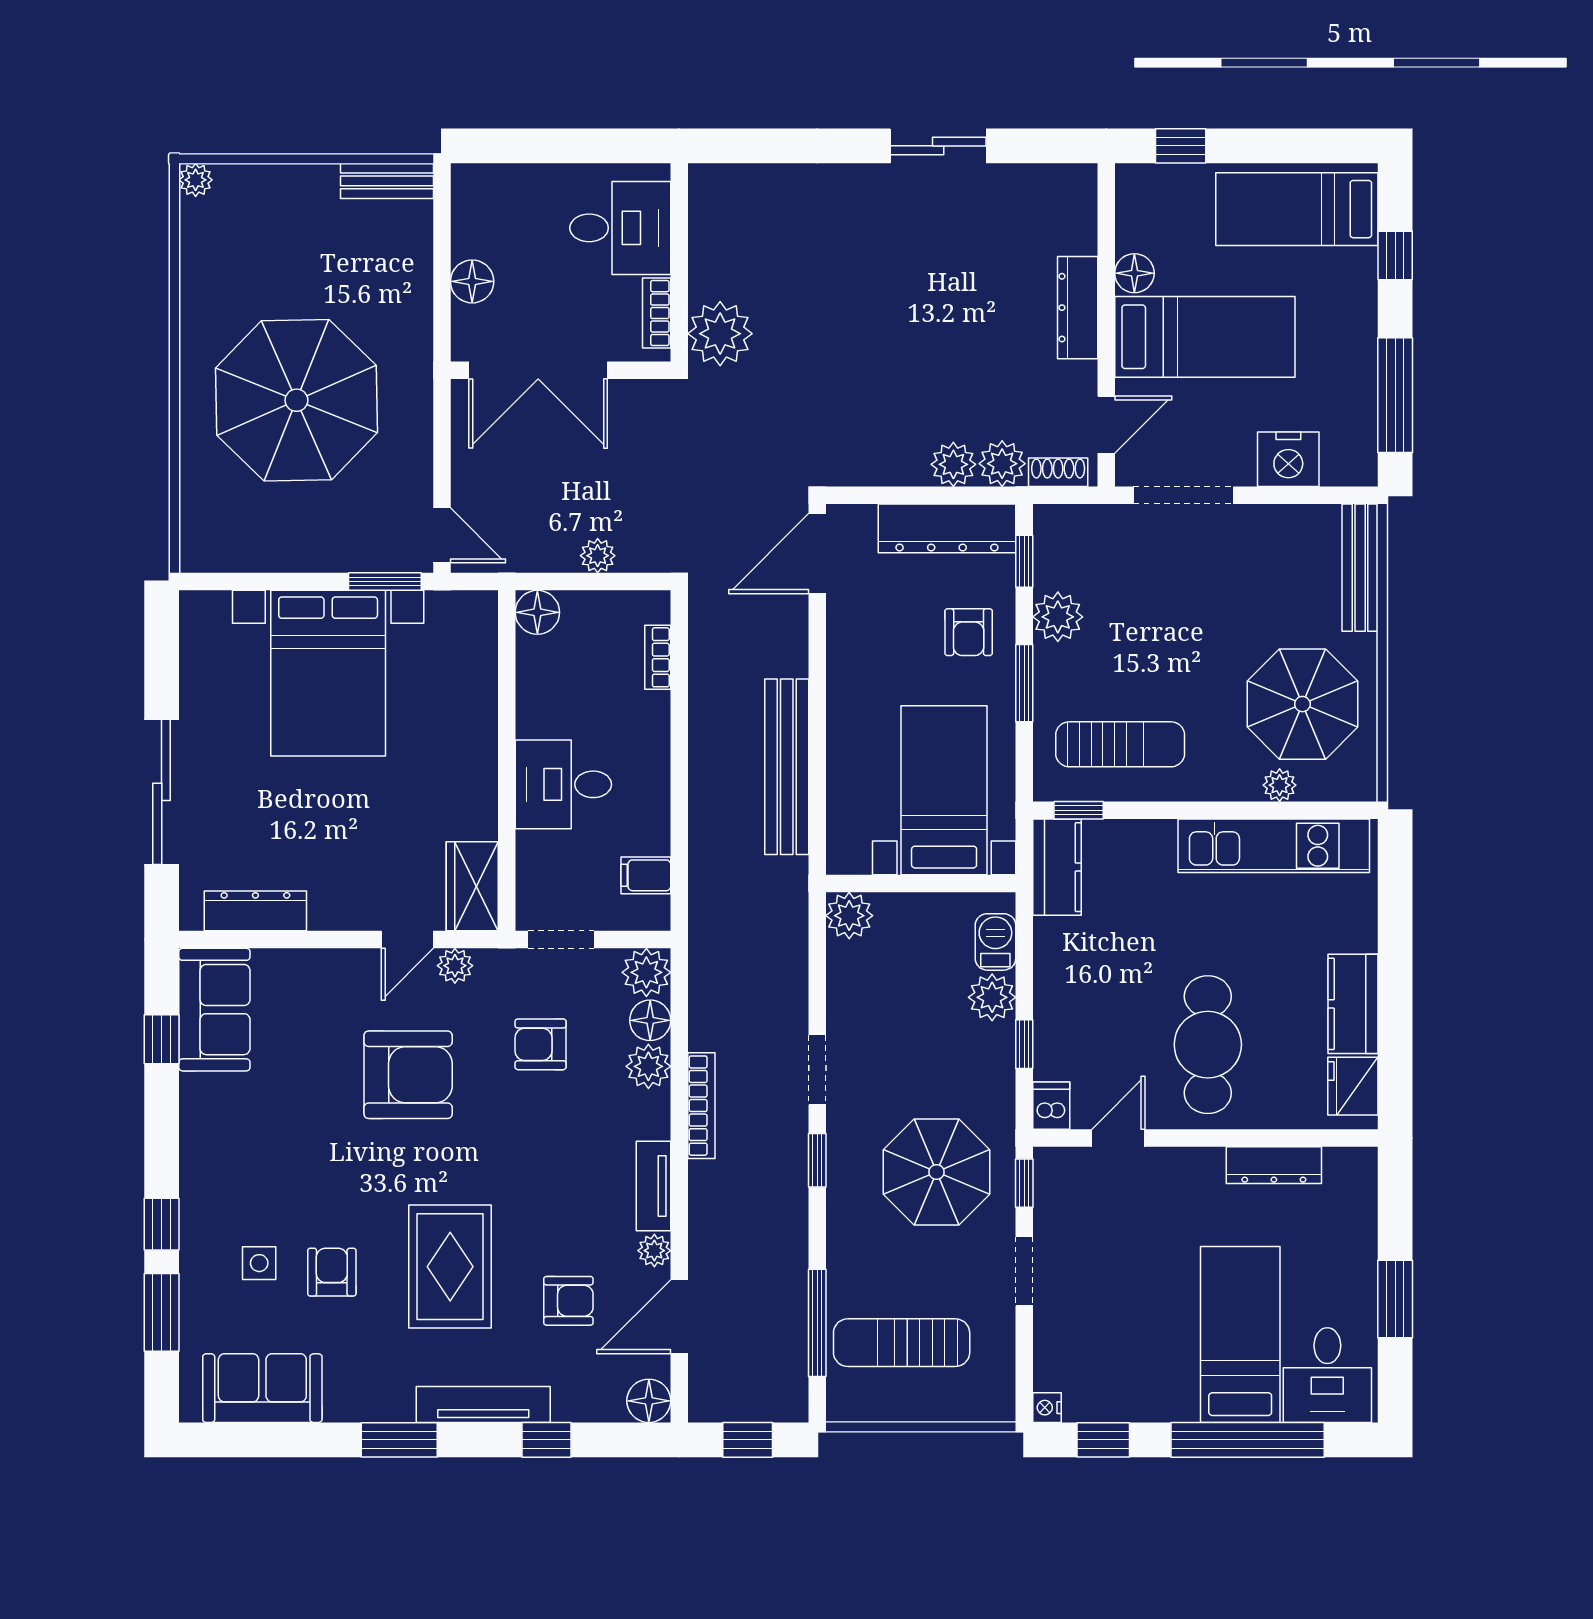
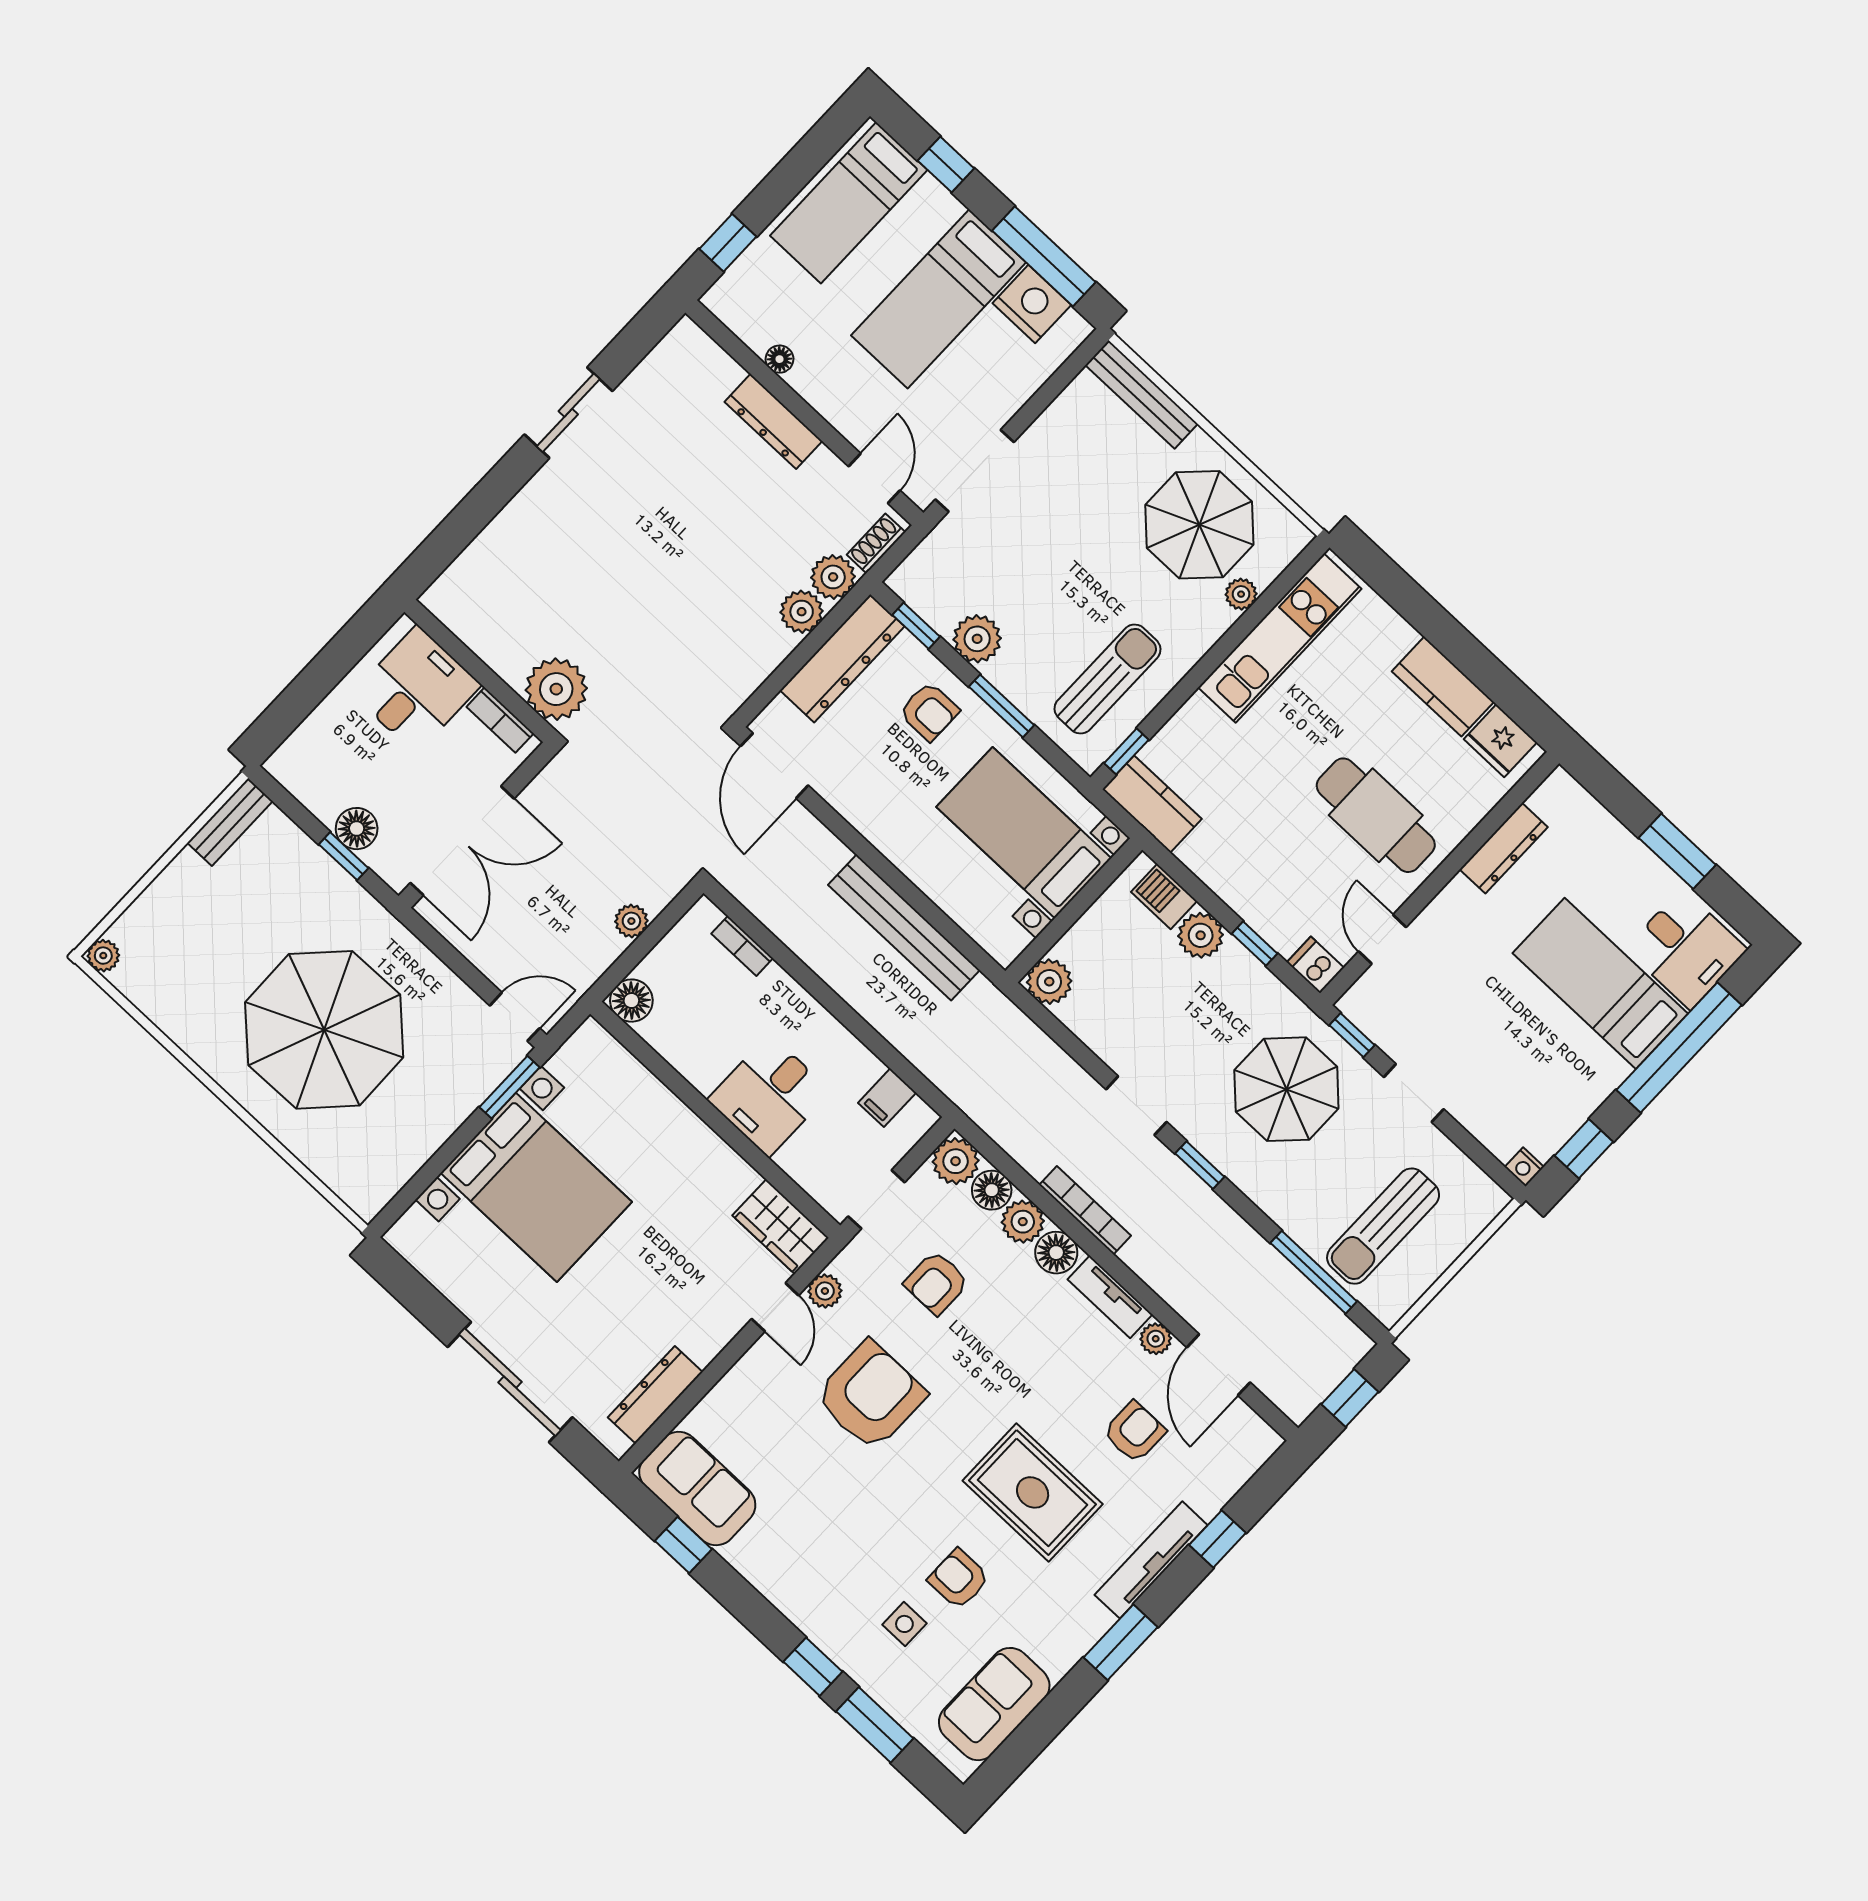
floor lamp: (1134, 273) -> (779, 359), width x0.73, depth x0.73
window: (442, 291) -> (344, 856), added
bed: (1205, 337) -> (938, 299), moved, turned 180
nightstand: (1288, 459) -> (1032, 304), moved, turned -90
floor lamp: (649, 1401) -> (1056, 1253), moved

